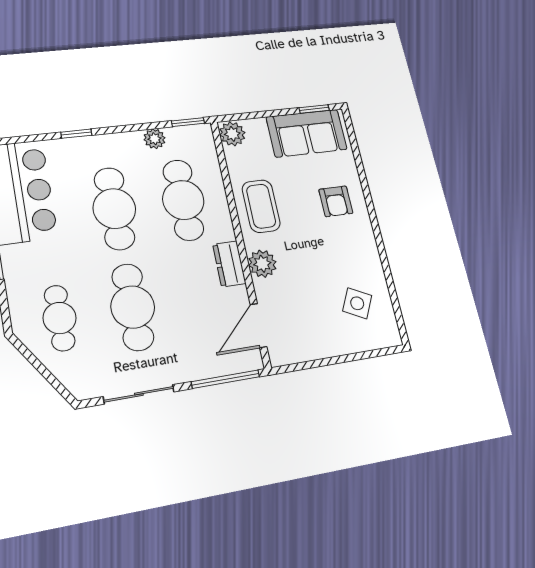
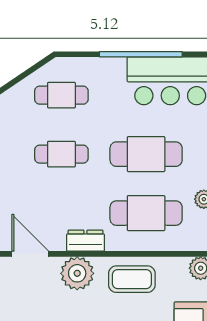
plant: (262, 264) -> (77, 273), width x1.36, depth x1.36
cafe table: (133, 307) -> (61, 154), width x0.73, depth x0.74

